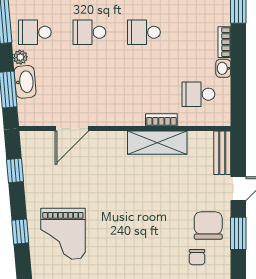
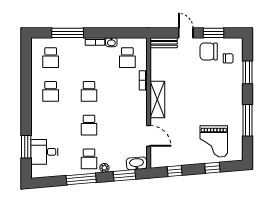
washbasin: (25, 82) -> (137, 163), moved
shelving: (157, 143) -> (157, 100), moved
grand piano: (63, 234) -> (214, 141), turned 90

